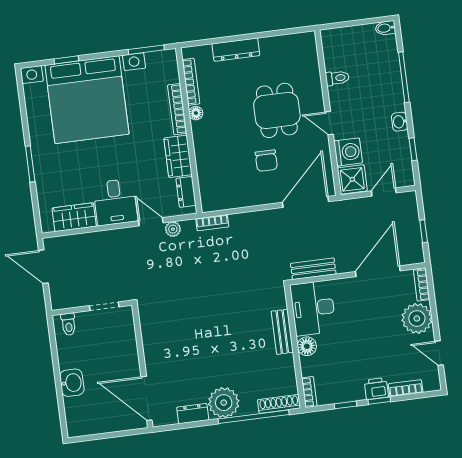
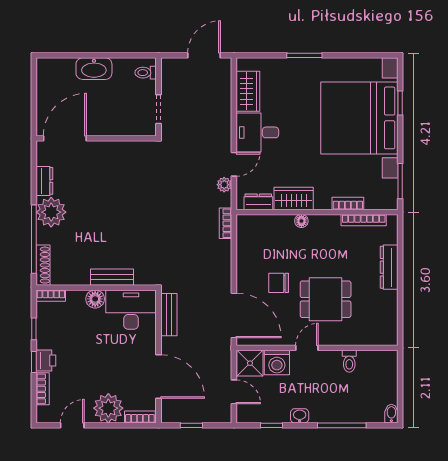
bookcase: (177, 109) -> (348, 204), width x0.64
floor lamp: (196, 113) -> (301, 221), moved
washbasin: (72, 383) -> (94, 69), width x1.38

